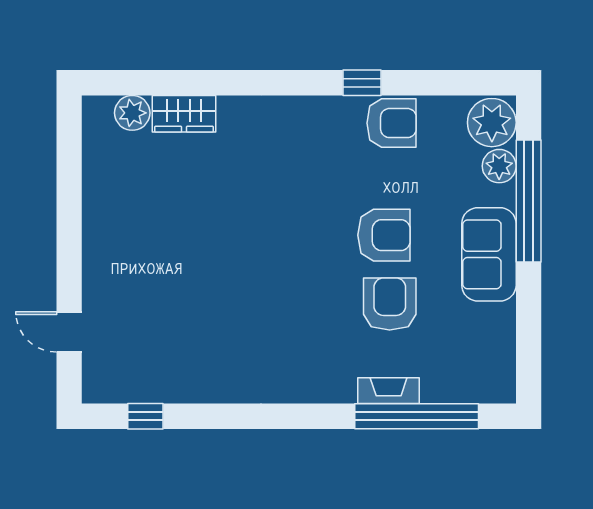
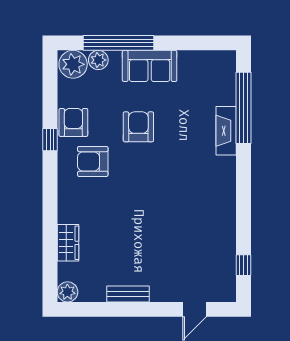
plant: (132, 113) -> (67, 292), moved
bench: (96, 217) -> (128, 294), added
armchair: (390, 304) -> (93, 161), moved
fireplace: (389, 391) -> (226, 131), width x1.37, depth x1.32

